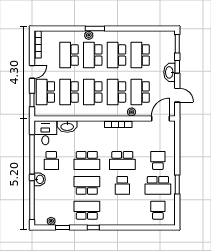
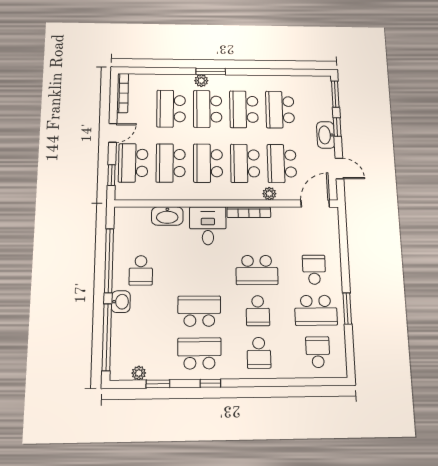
desk: (45, 133) -> (208, 226), moved
school desk: (87, 160) -> (259, 353), moved, width x0.54

